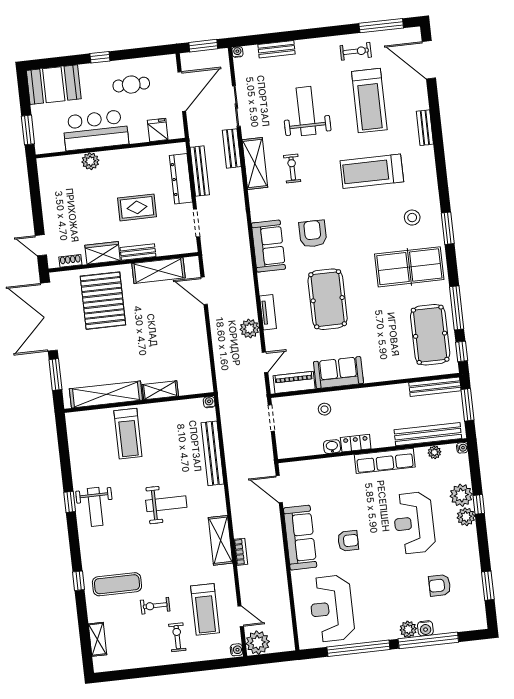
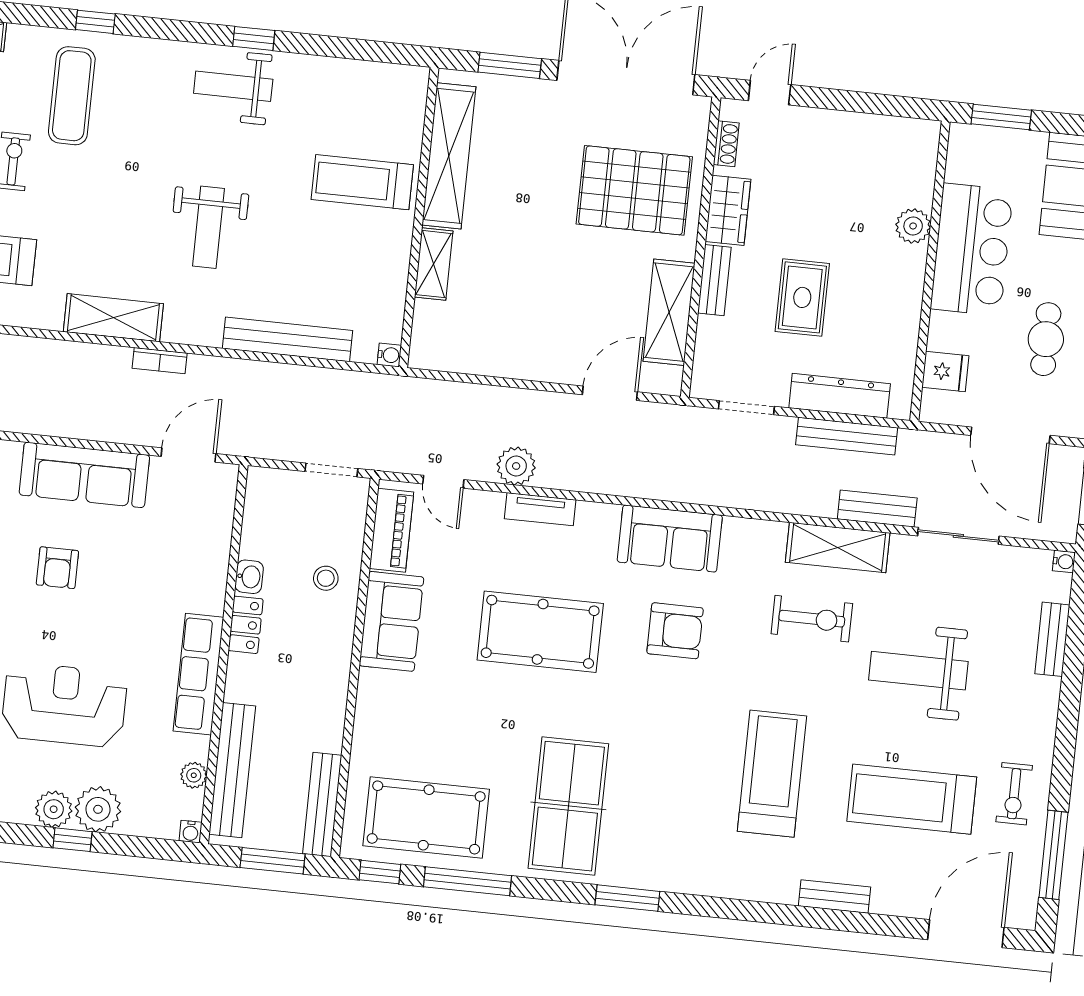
weight bench: (306, 111) -> (918, 671), turned 180
exercise bike: (292, 168) -> (812, 619), width x1.38, depth x1.39
stool: (412, 218) -> (664, 833), removed
bookcase: (241, 552) -> (160, 361), moved

